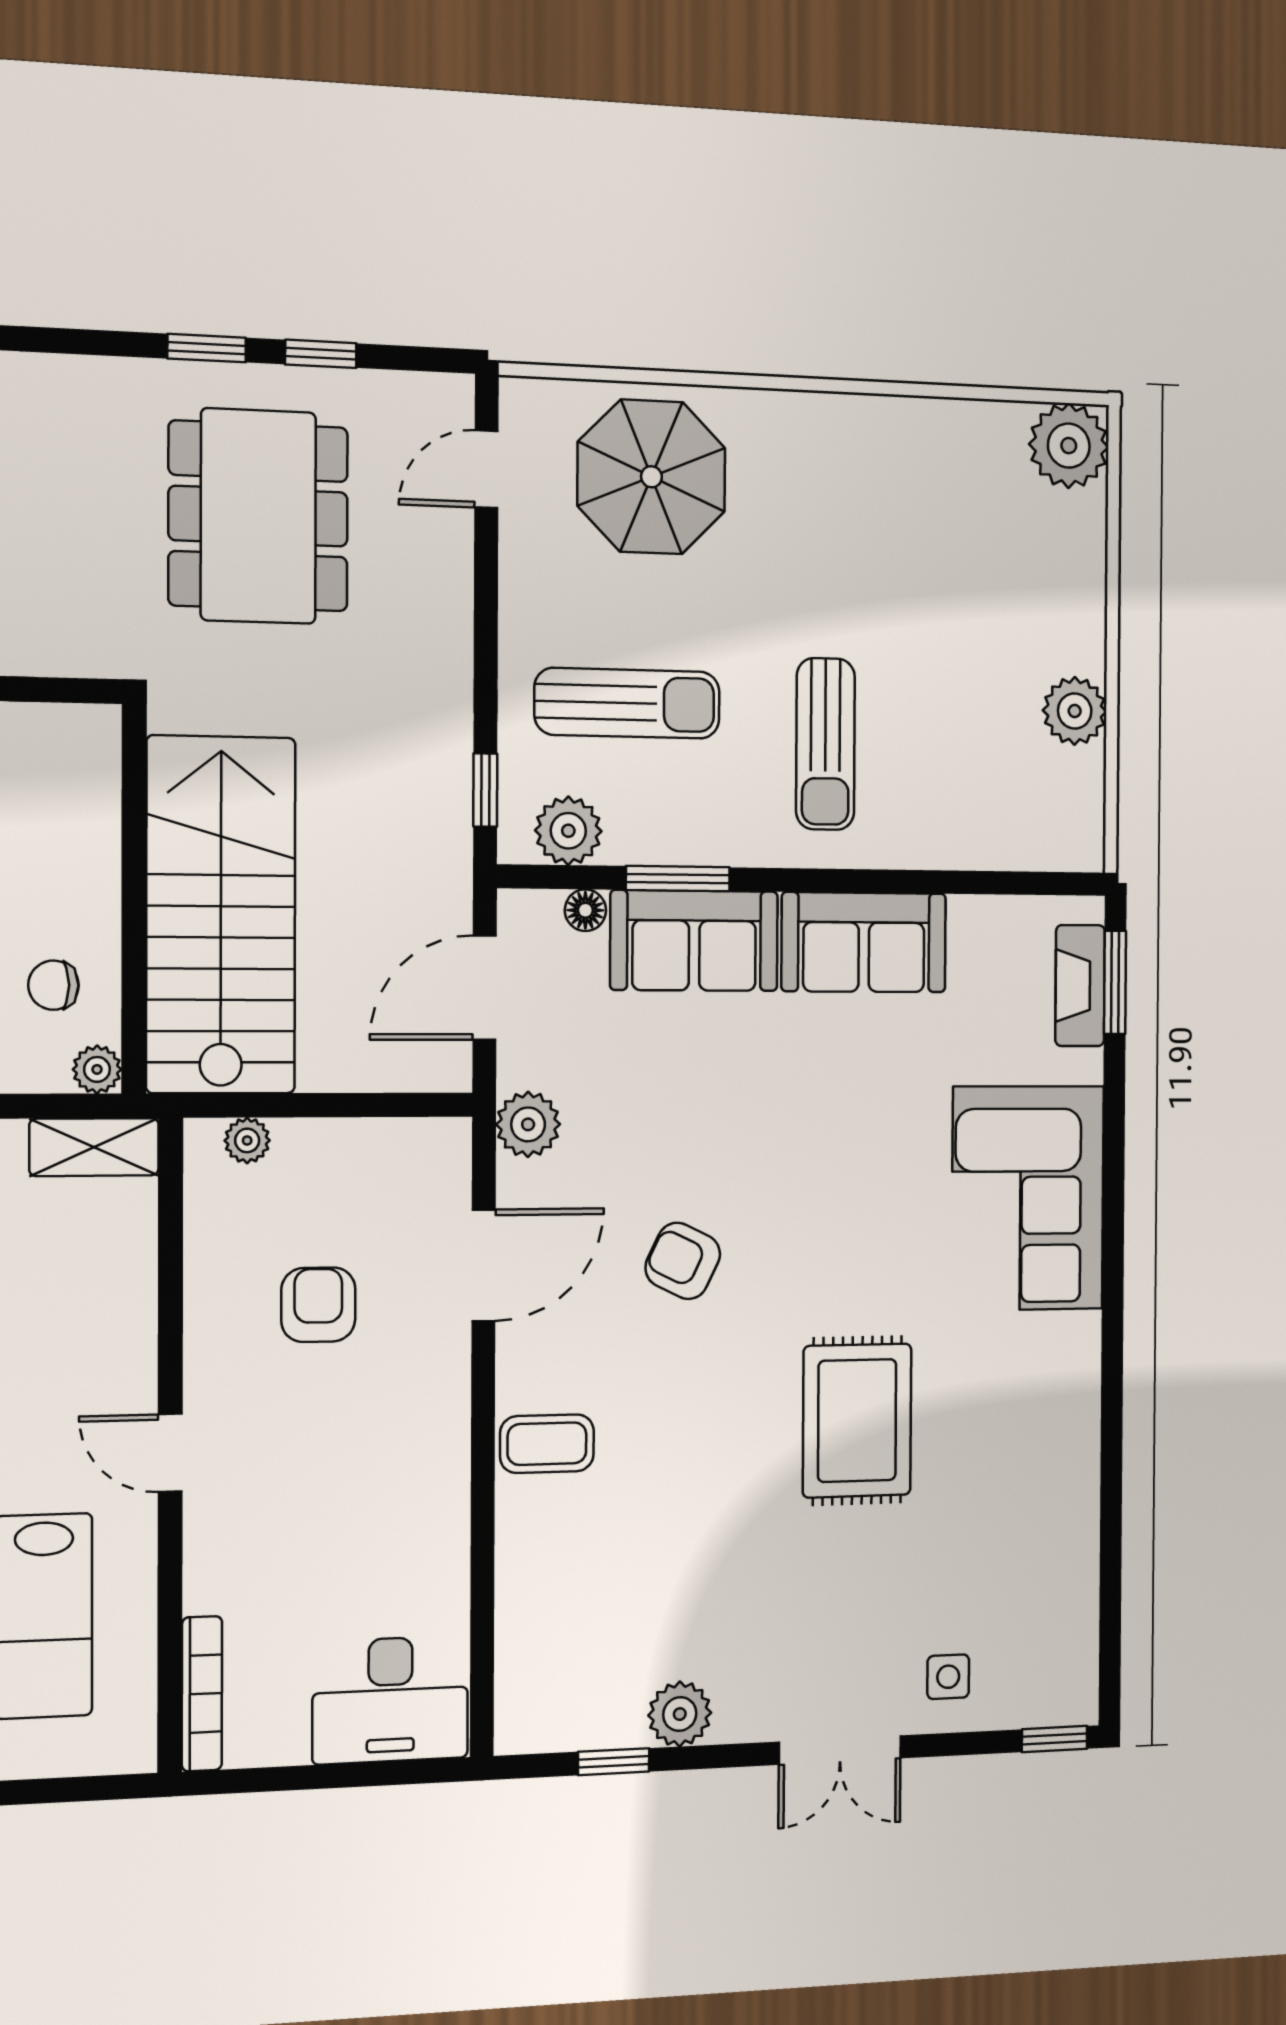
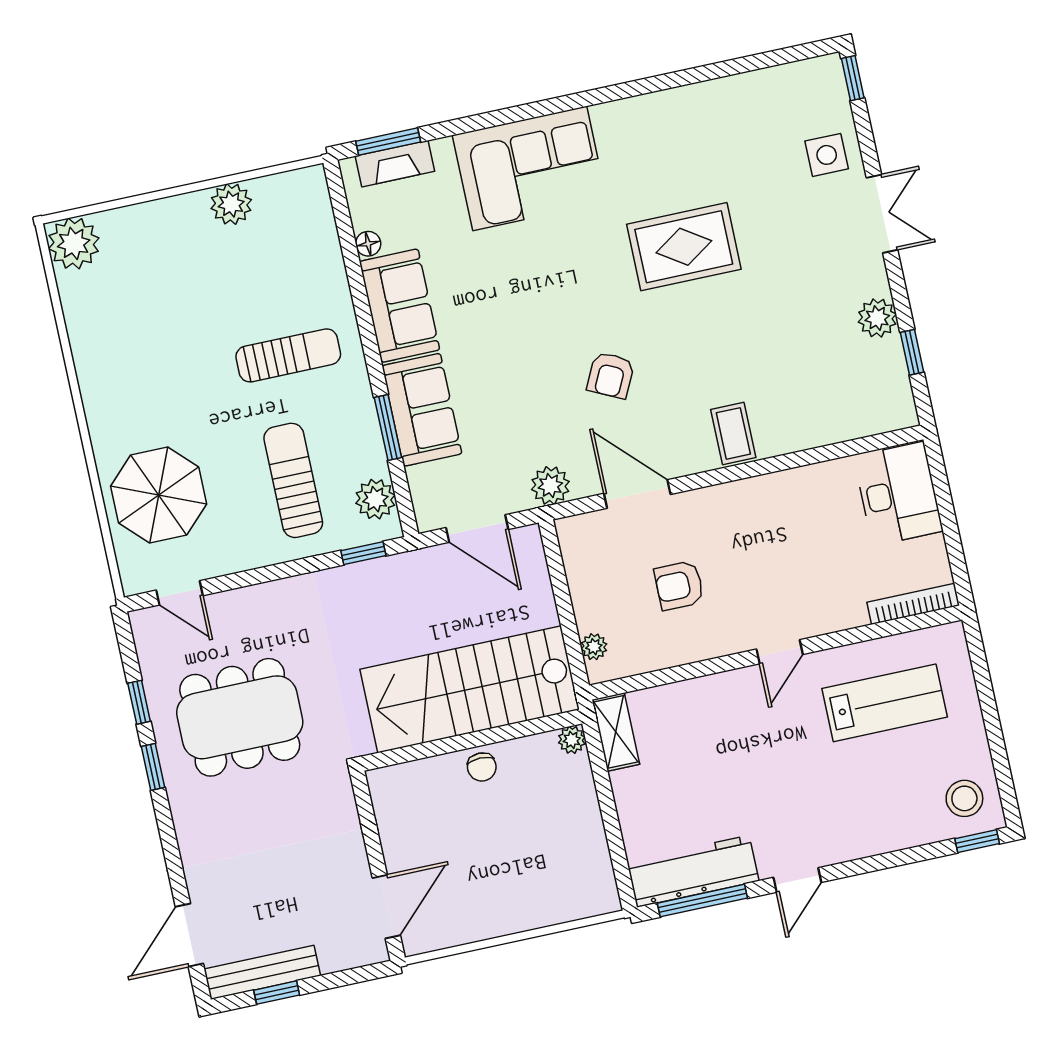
floor lamp: (585, 910) -> (368, 244), moved
chair: (53, 985) -> (482, 767), moved
side table: (948, 1677) -> (827, 155), width x1.37, depth x1.37

